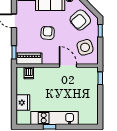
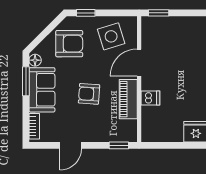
armchair: (80, 20) -> (69, 44), turned -49
piano: (29, 59) -> (128, 99), moved
dishwasher: (29, 73) -> (150, 98), moved

